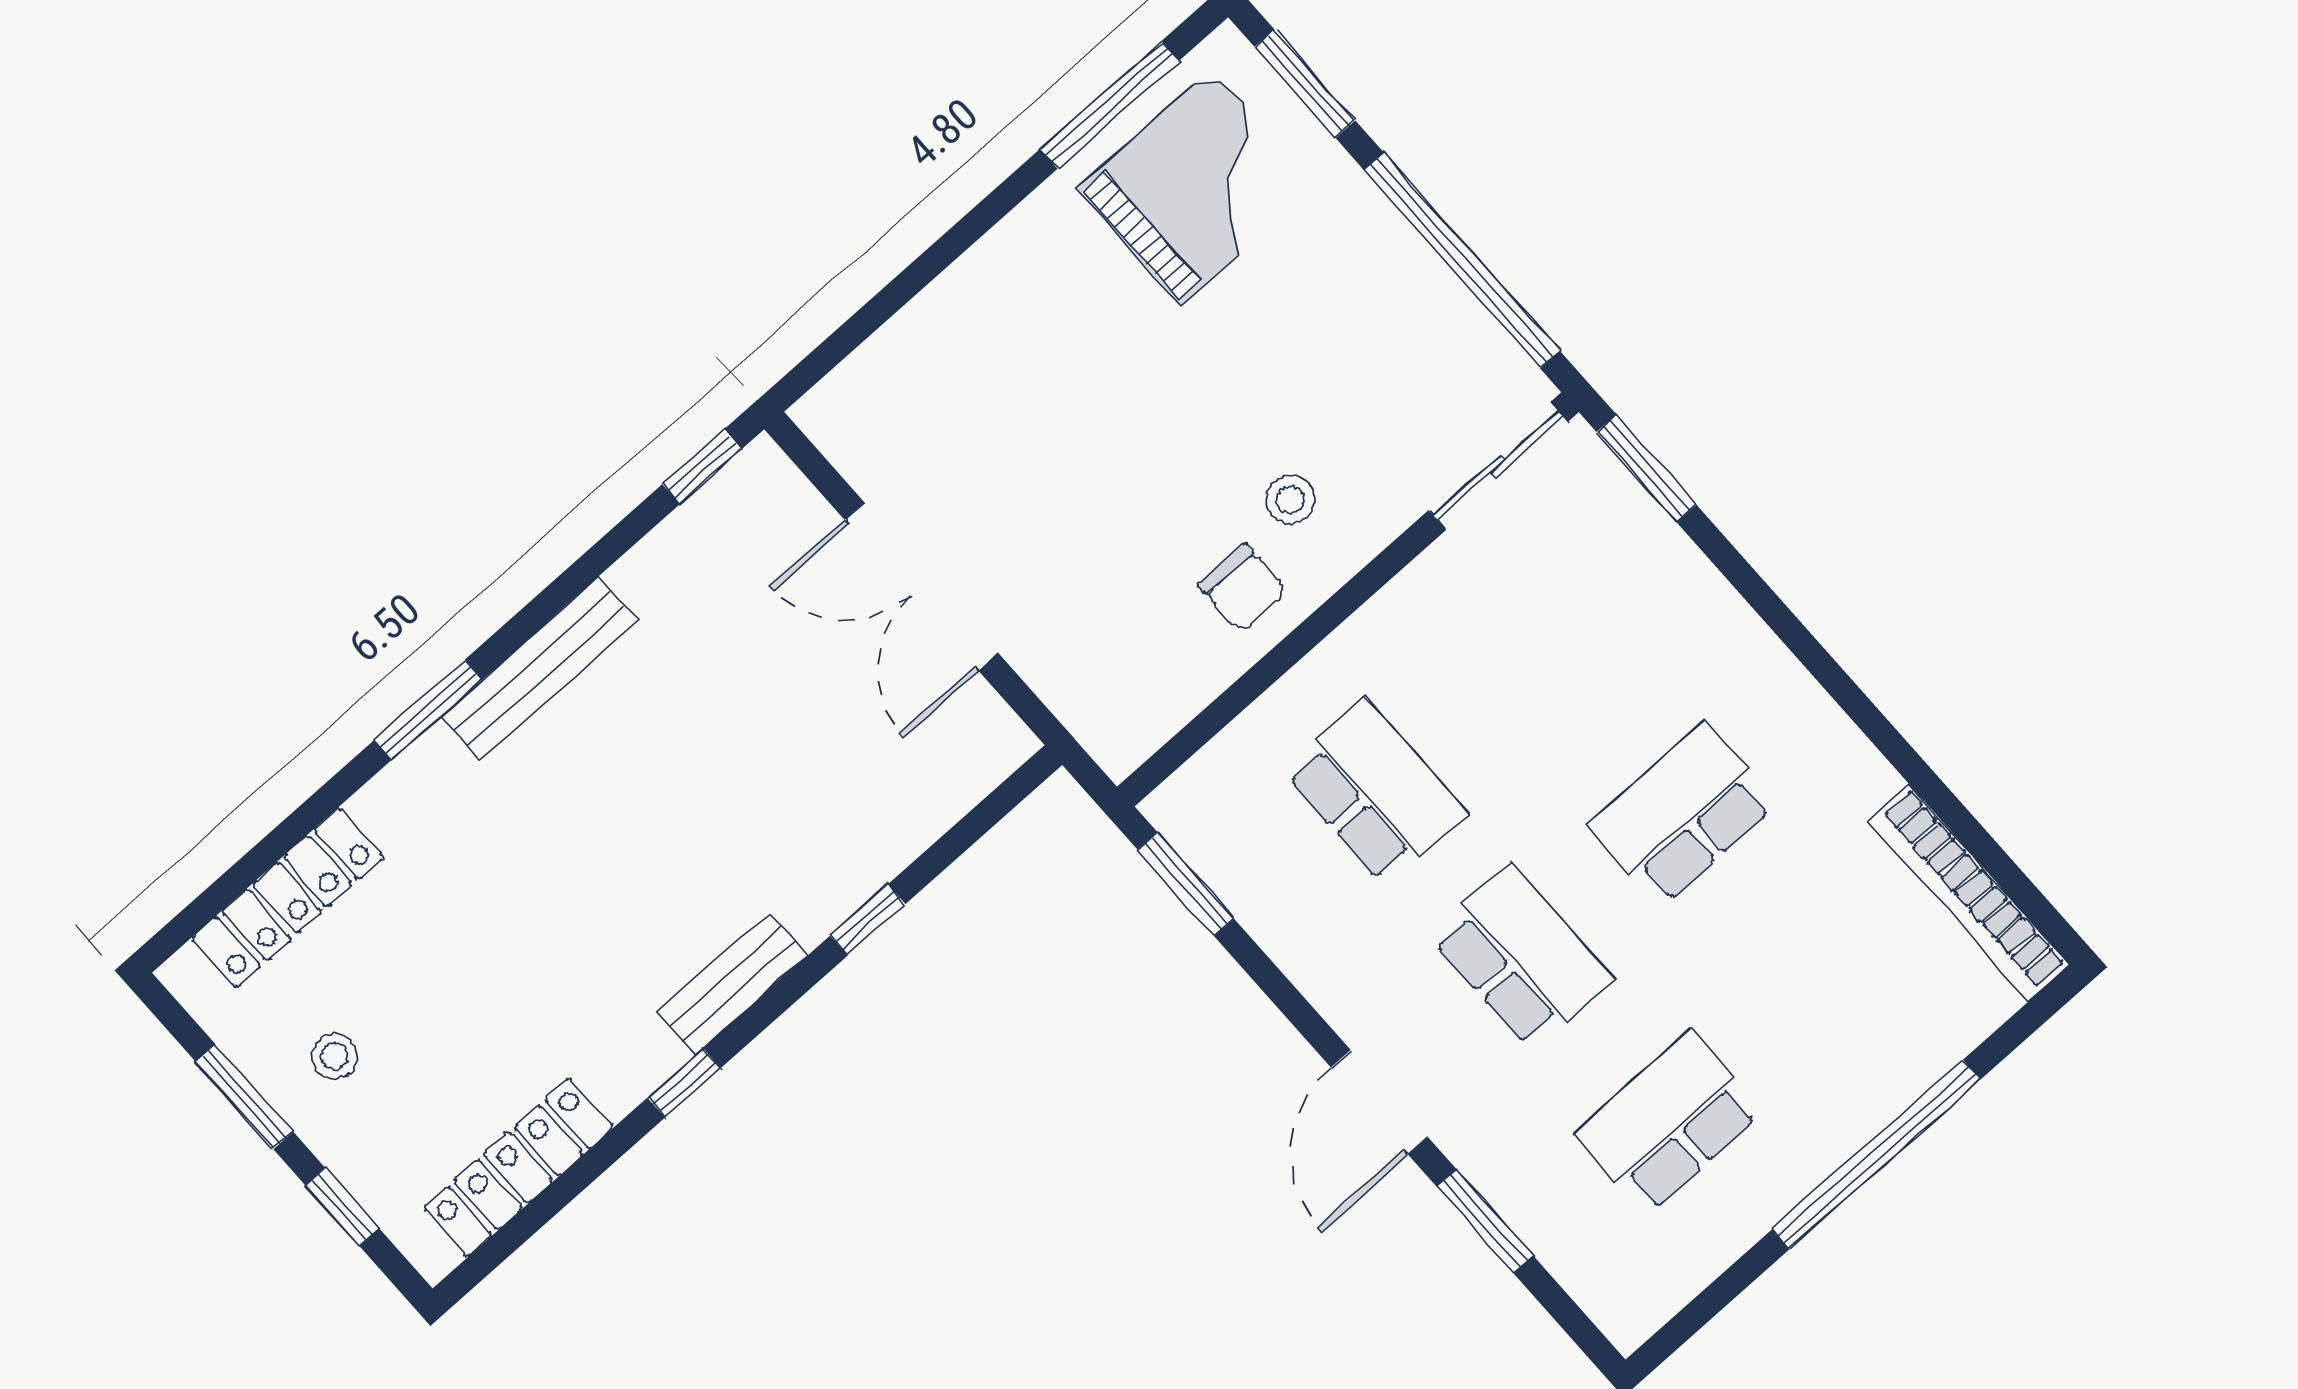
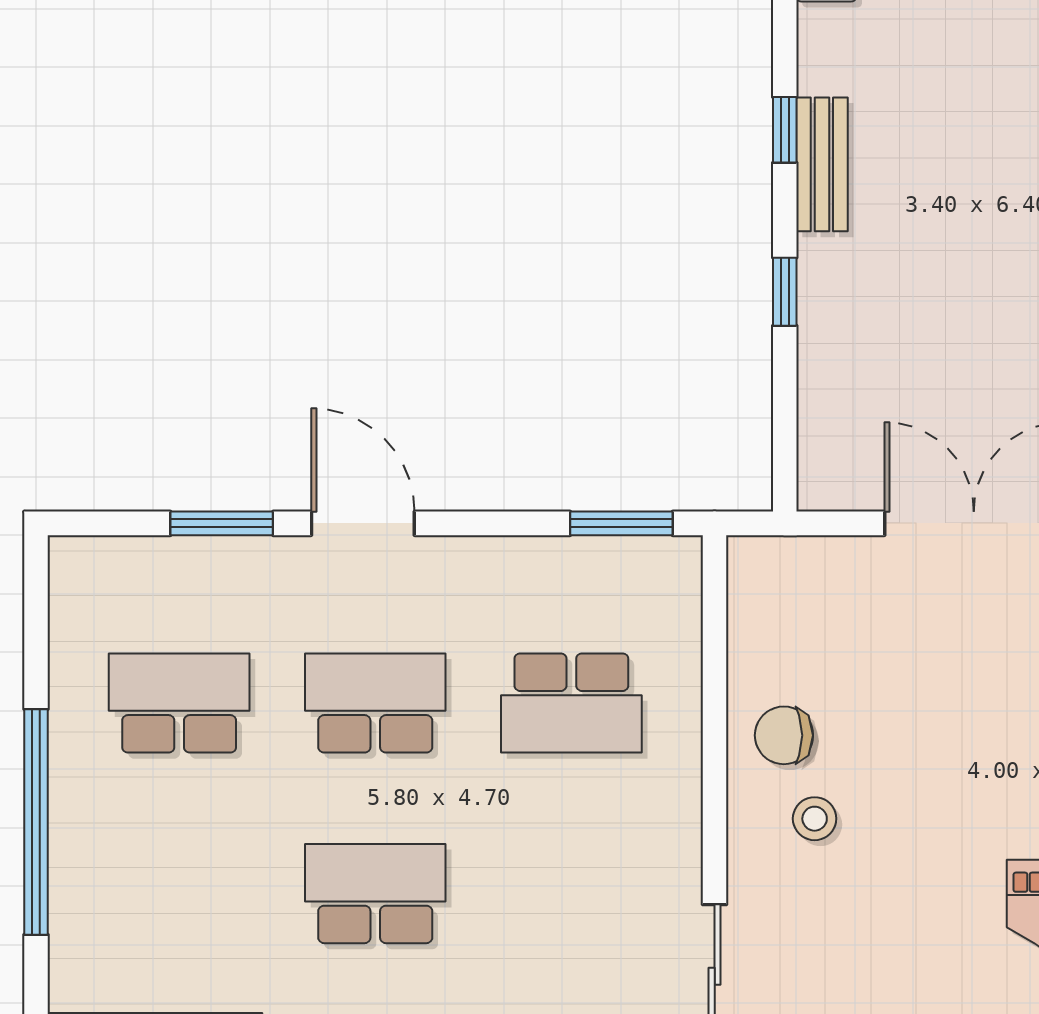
school desk: (1683, 814) -> (375, 894), turned -90
school desk: (1522, 957) -> (375, 703), turned 180
window: (684, 1083) -> (785, 130), moved
school desk: (1669, 1123) -> (179, 703), turned -90

